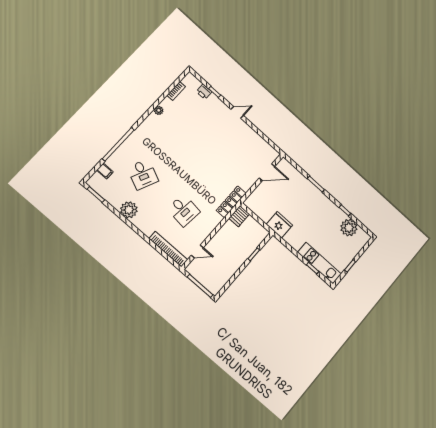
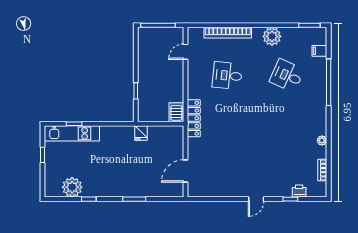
fridge: (279, 225) -> (141, 133), width x0.53, depth x0.75
bookcase: (168, 249) -> (228, 33), moved

